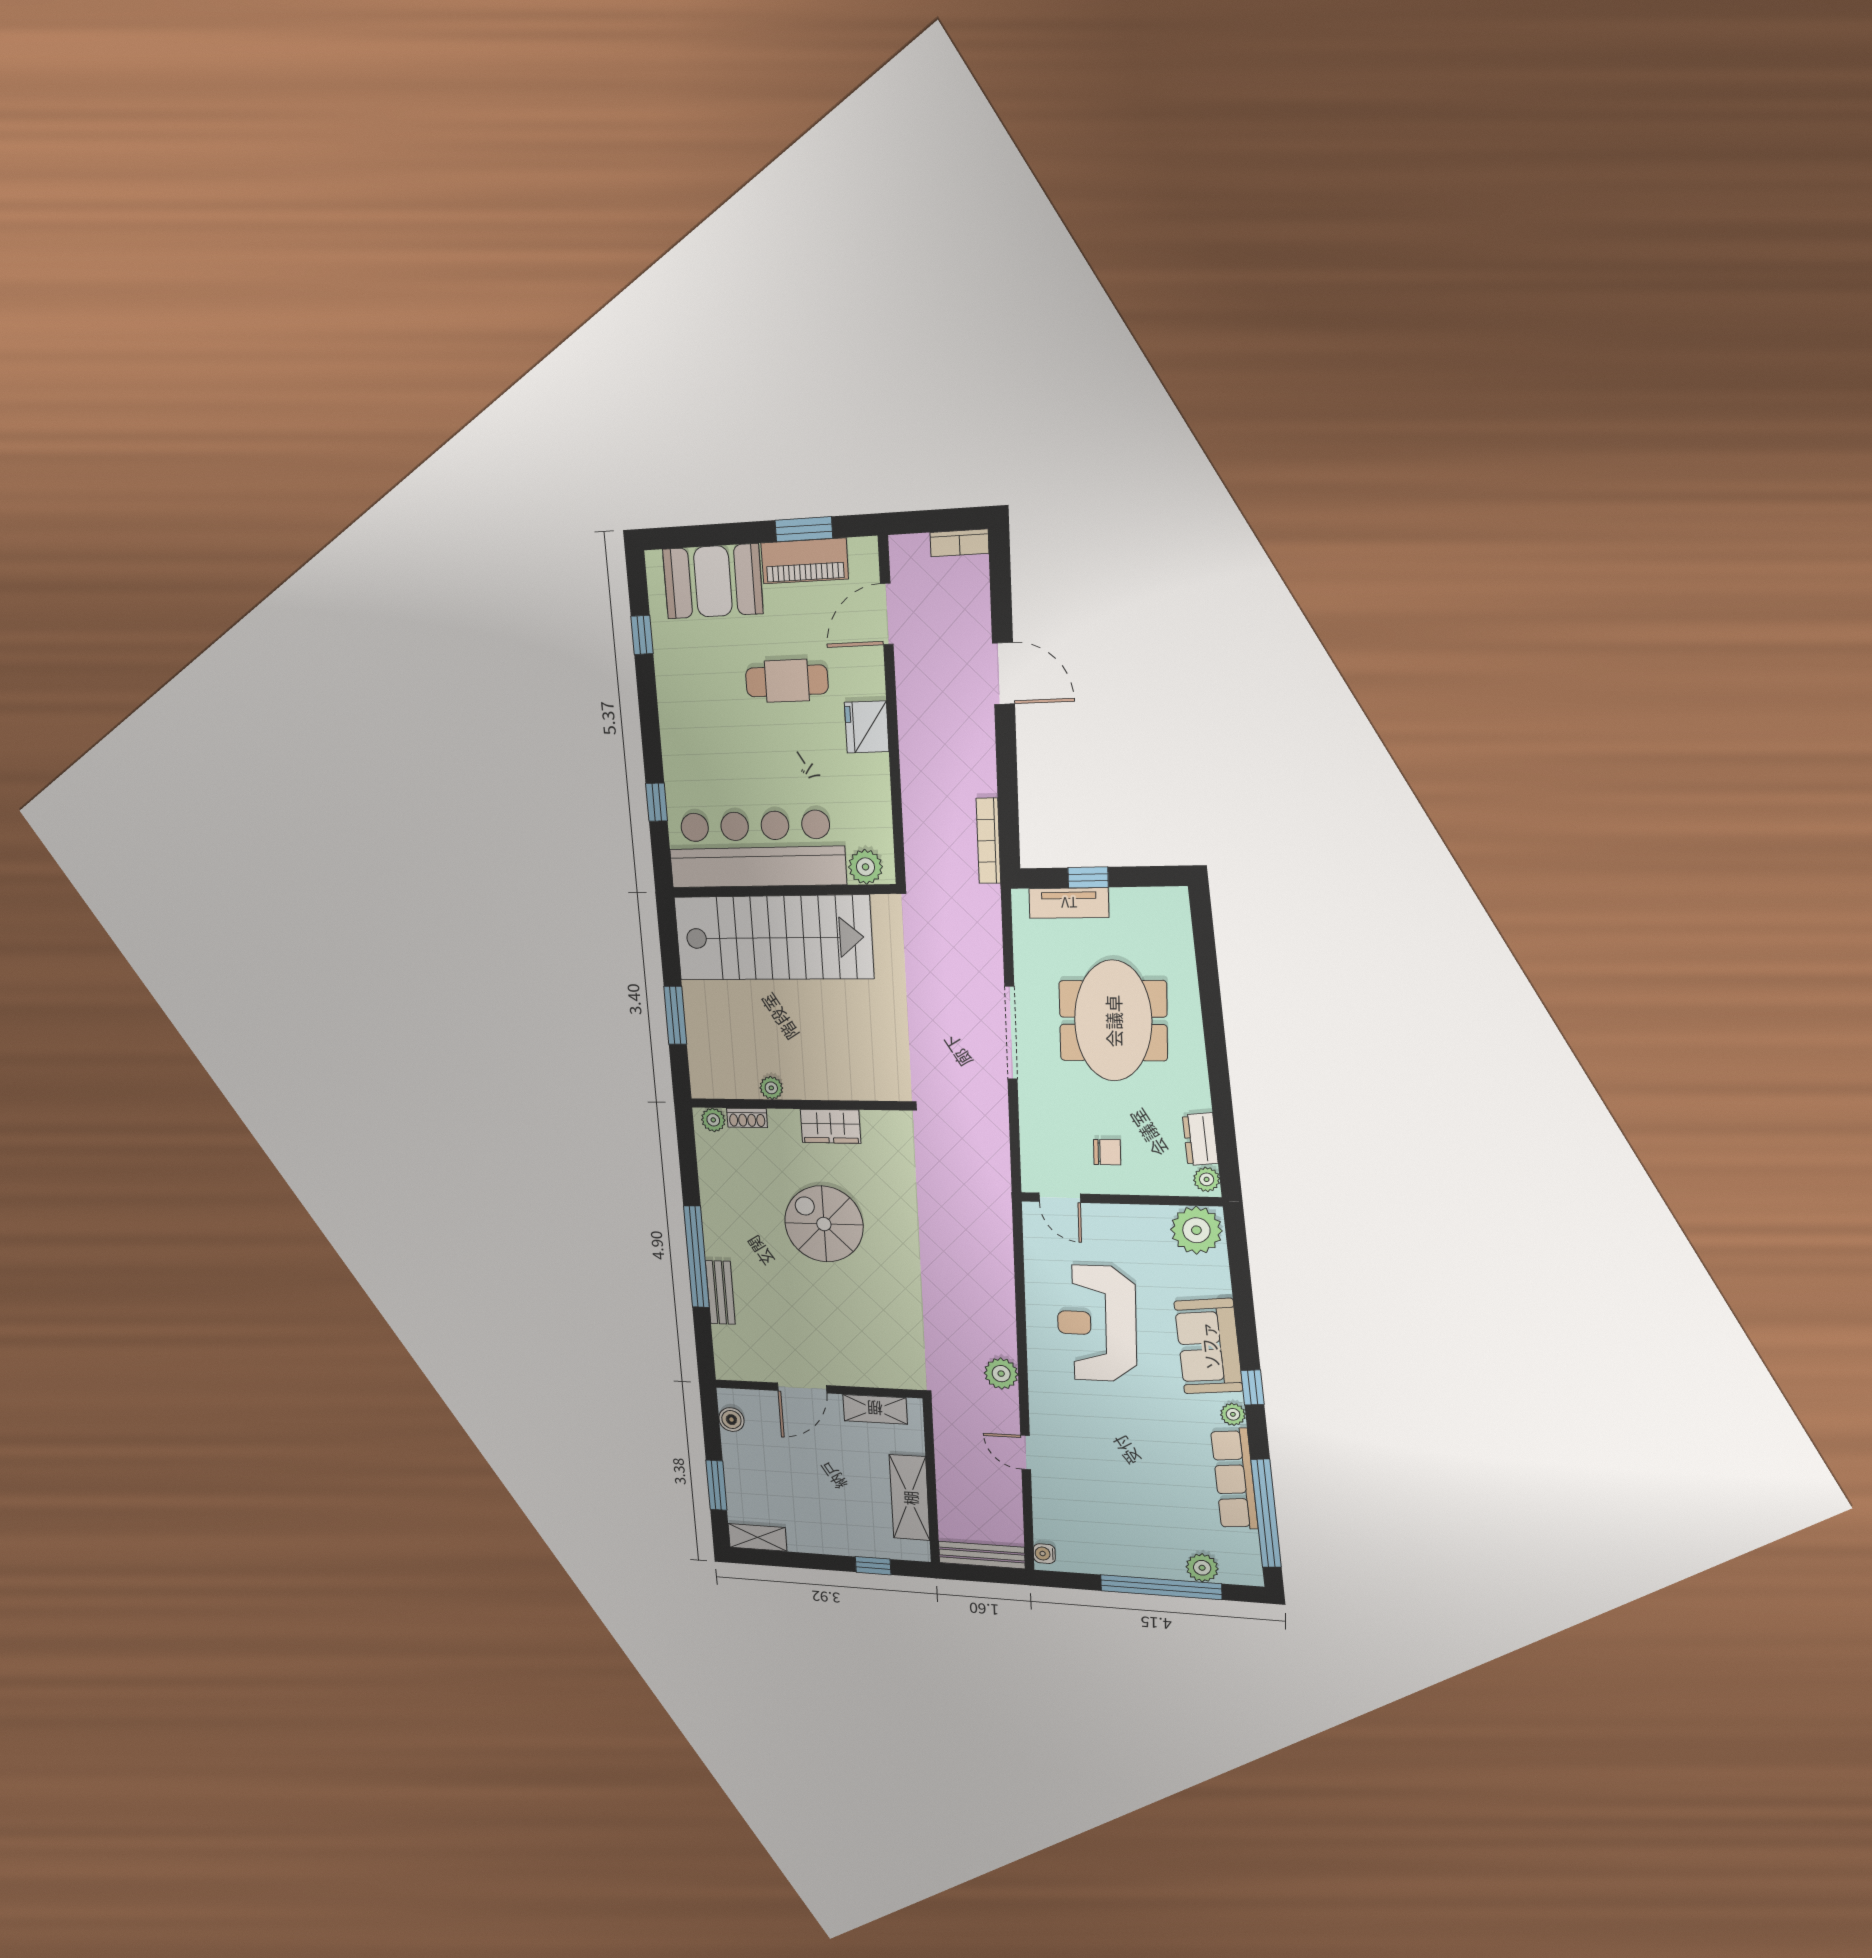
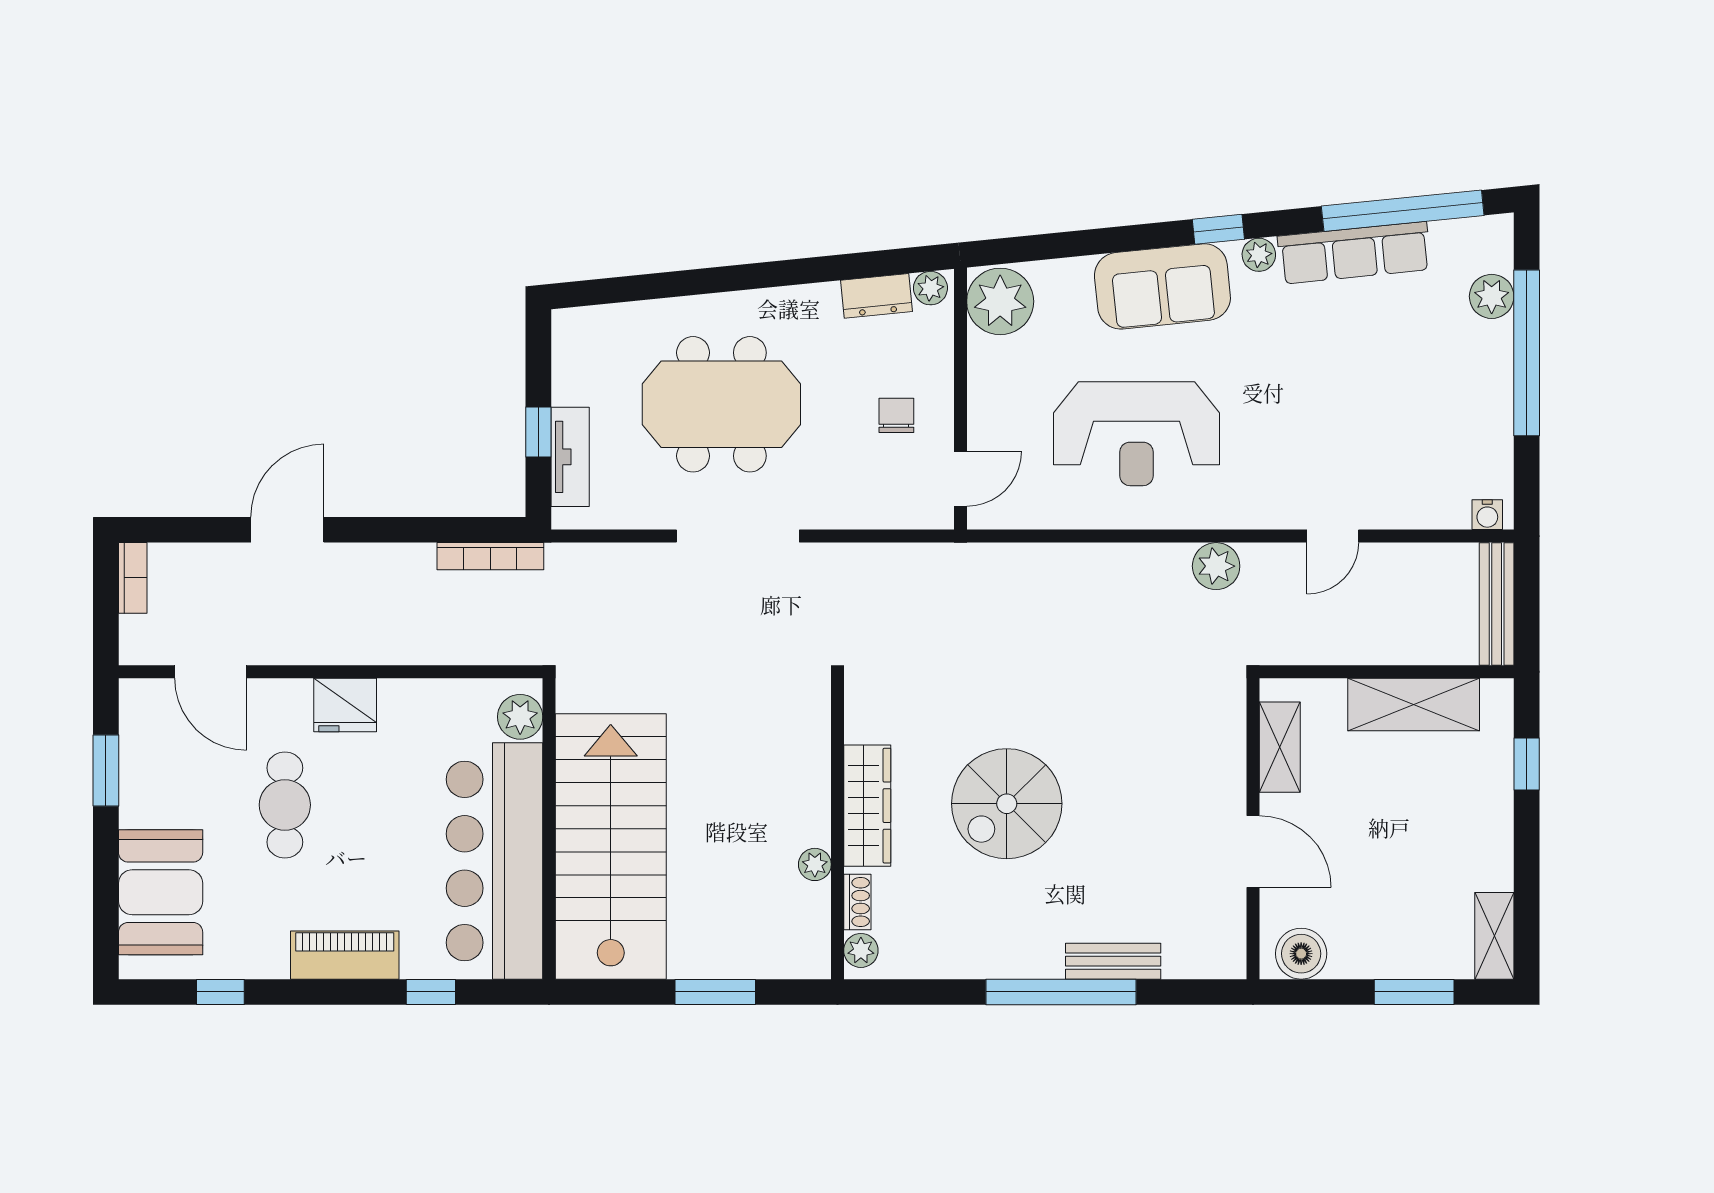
piano: (805, 561) -> (345, 955), moved, turned -90
wardrobe: (831, 1126) -> (867, 806), width x1.50
boiler: (731, 1420) -> (1301, 954), width x1.36, depth x1.36

